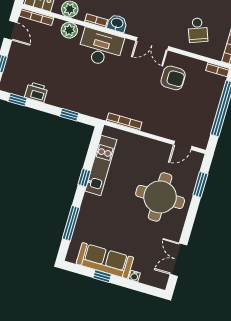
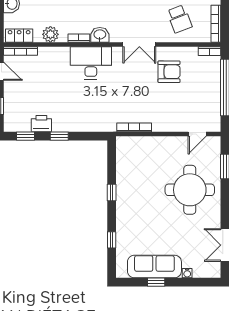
plant: (69, 30) -> (56, 55), removed
window: (69, 115) -> (59, 136), moved
kitchen unit: (101, 165) -> (124, 176), removed
window: (71, 223) -> (112, 240), width x0.46

